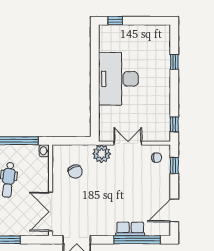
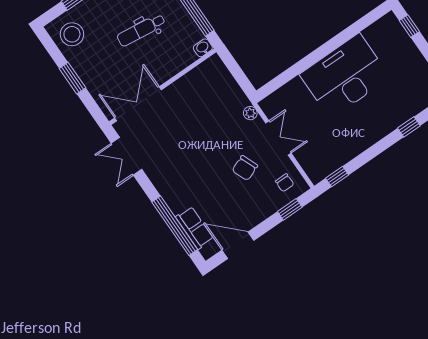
plant: (102, 154) -> (250, 113), width x0.53, depth x0.53
chair: (75, 171) -> (245, 168), moved
row of seats: (130, 229) -> (194, 228), moved

